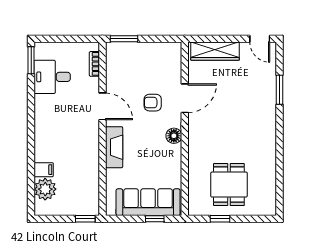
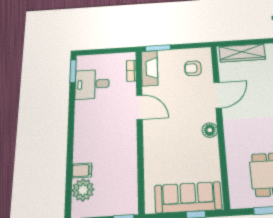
armchair: (153, 103) -> (193, 68), moved
fireplace: (114, 147) -> (150, 68), moved

